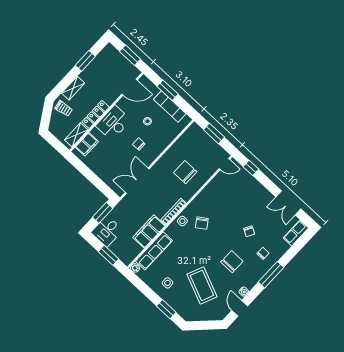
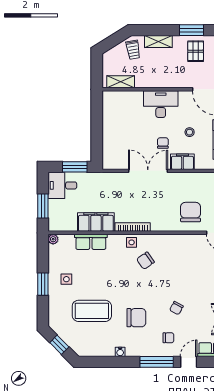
pallet: (101, 71) -> (196, 51), added
locker: (96, 114) -> (154, 82), removed
filing cabinet: (87, 144) -> (182, 162), moved, turned 180
chair: (185, 172) -> (191, 212), moved
double door: (137, 181) -> (148, 171), moved
row of seats: (154, 251) -> (91, 242), width x0.68
coffee table: (202, 285) -> (92, 311), turned 67
door: (240, 308) -> (189, 362), moved
window: (166, 309) -> (43, 284), moved
window: (204, 325) -> (59, 345), added

